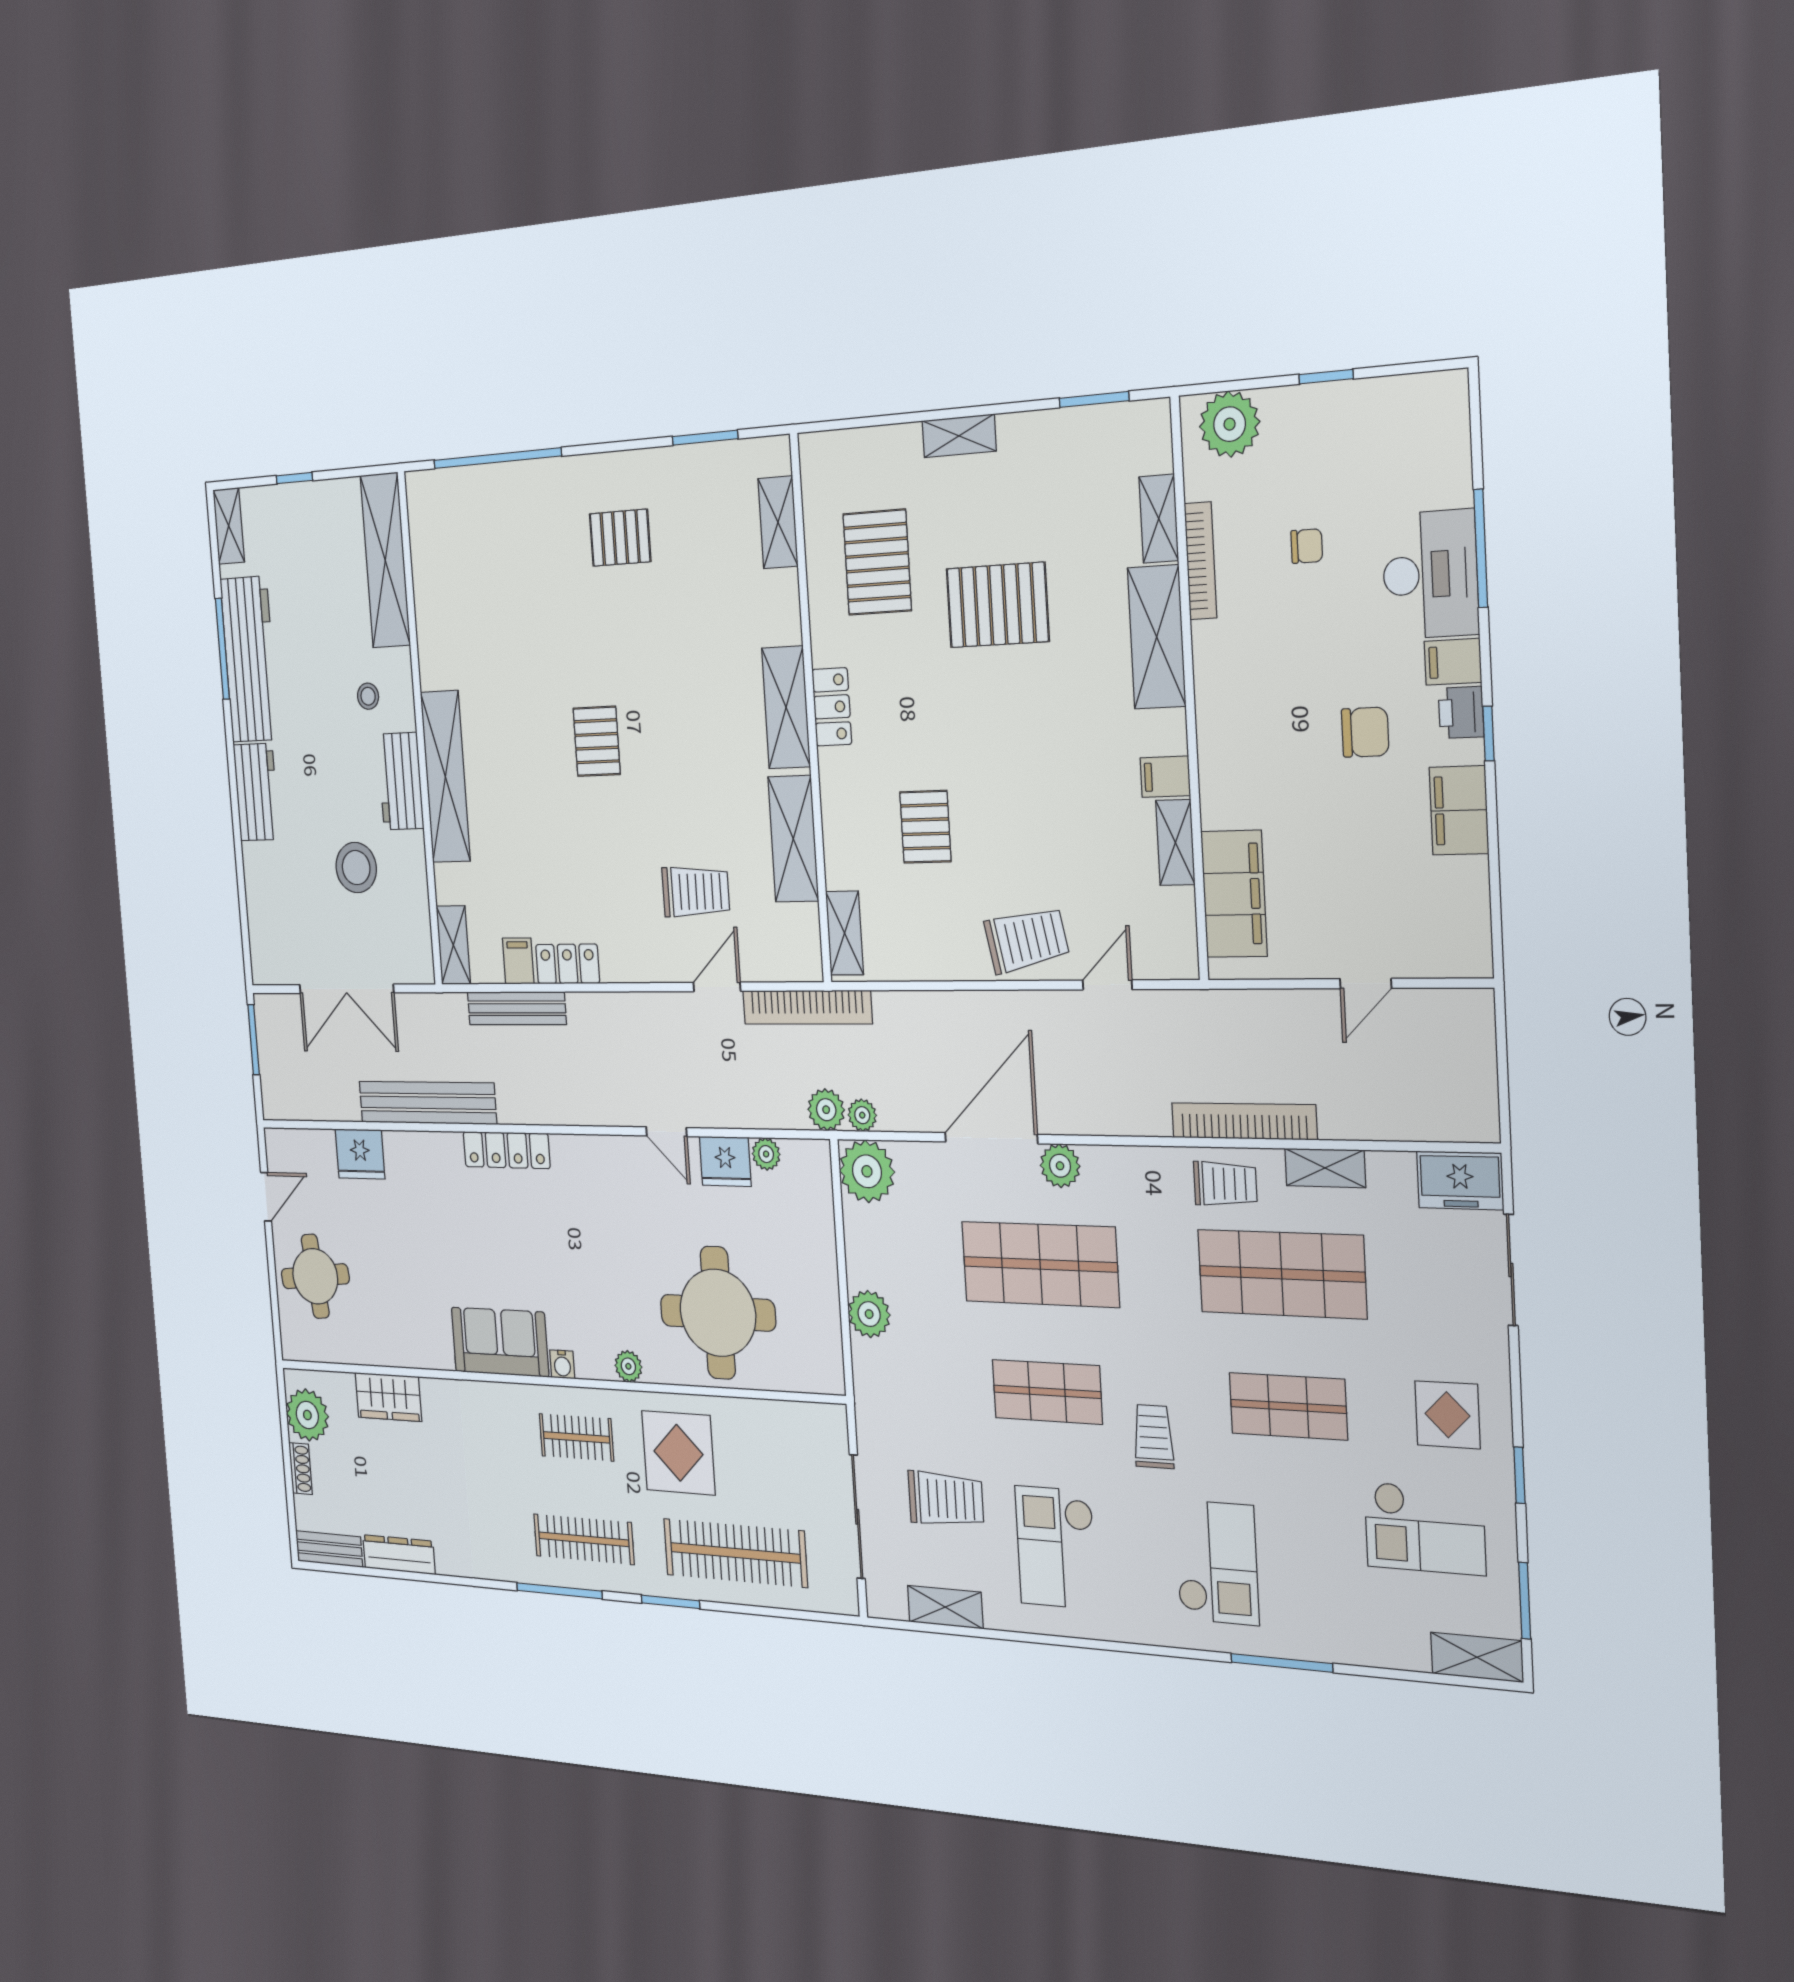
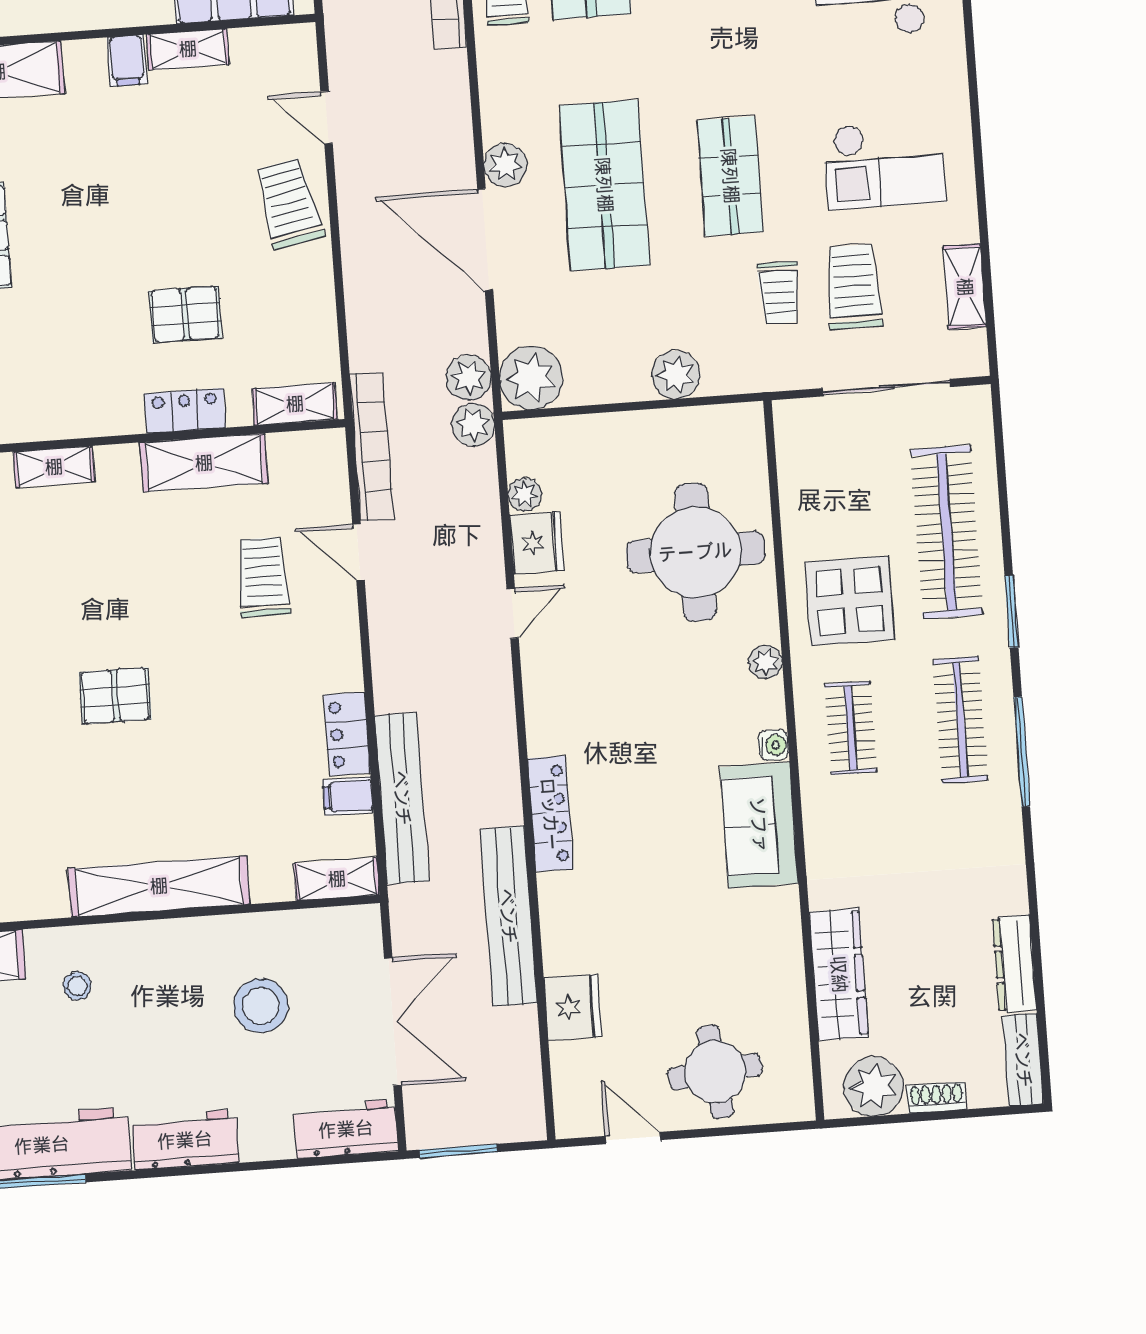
shelving: (786, 707) -> (54, 467), width x0.67, depth x0.75
locker: (832, 707) -> (185, 411), moved
workbench: (400, 781) -> (346, 1129), moved, turned 180
bench: (517, 1008) -> (402, 798), width x1.37, depth x1.21
plant: (862, 1115) -> (469, 378), width x1.38, depth x1.38
wardrobe: (388, 1397) -> (839, 974), width x1.50
trolley: (1153, 1437) -> (779, 293), moved, turned -90

